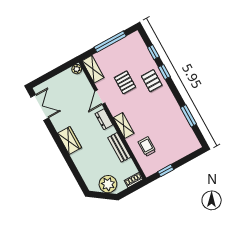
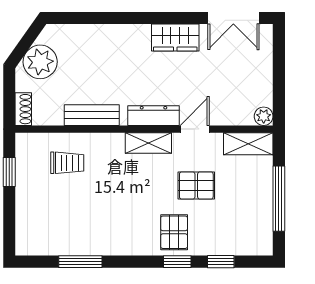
pallet: (152, 81) -> (174, 232), turned 90
door: (100, 97) -> (195, 129), hinge flipped
dresser: (104, 119) -> (153, 116), width x1.44
shelving: (124, 125) -> (148, 143), moved
wardrobe: (69, 140) -> (175, 38), moved

